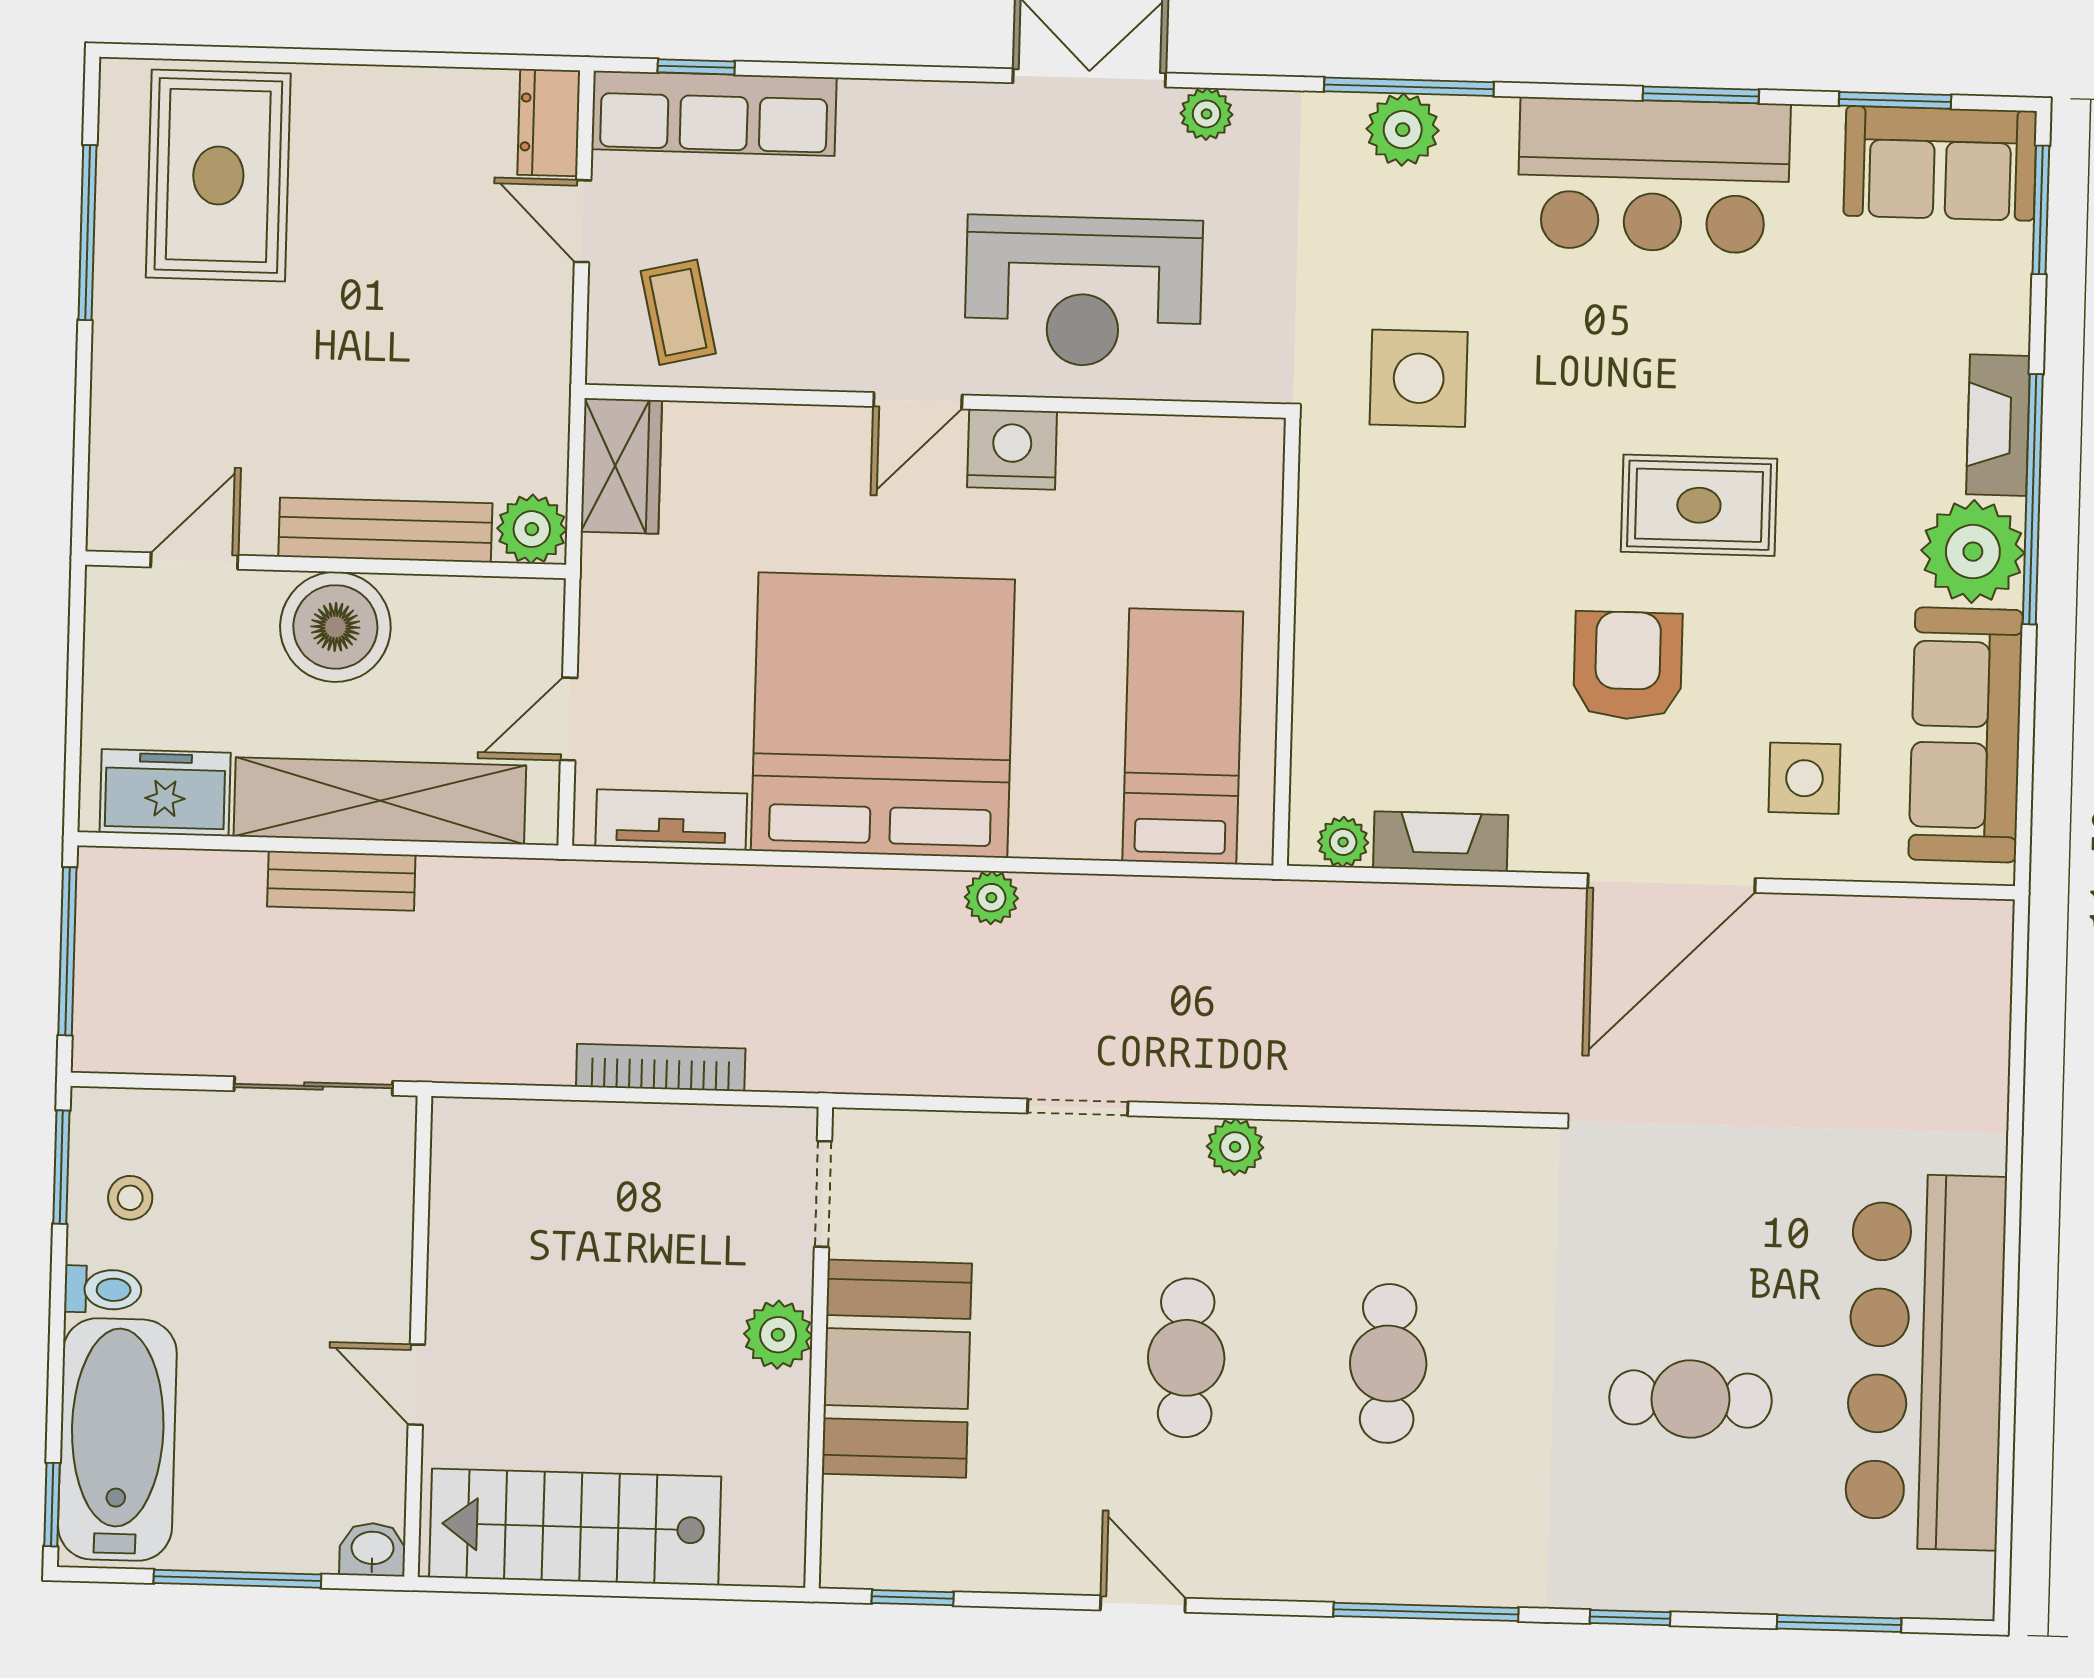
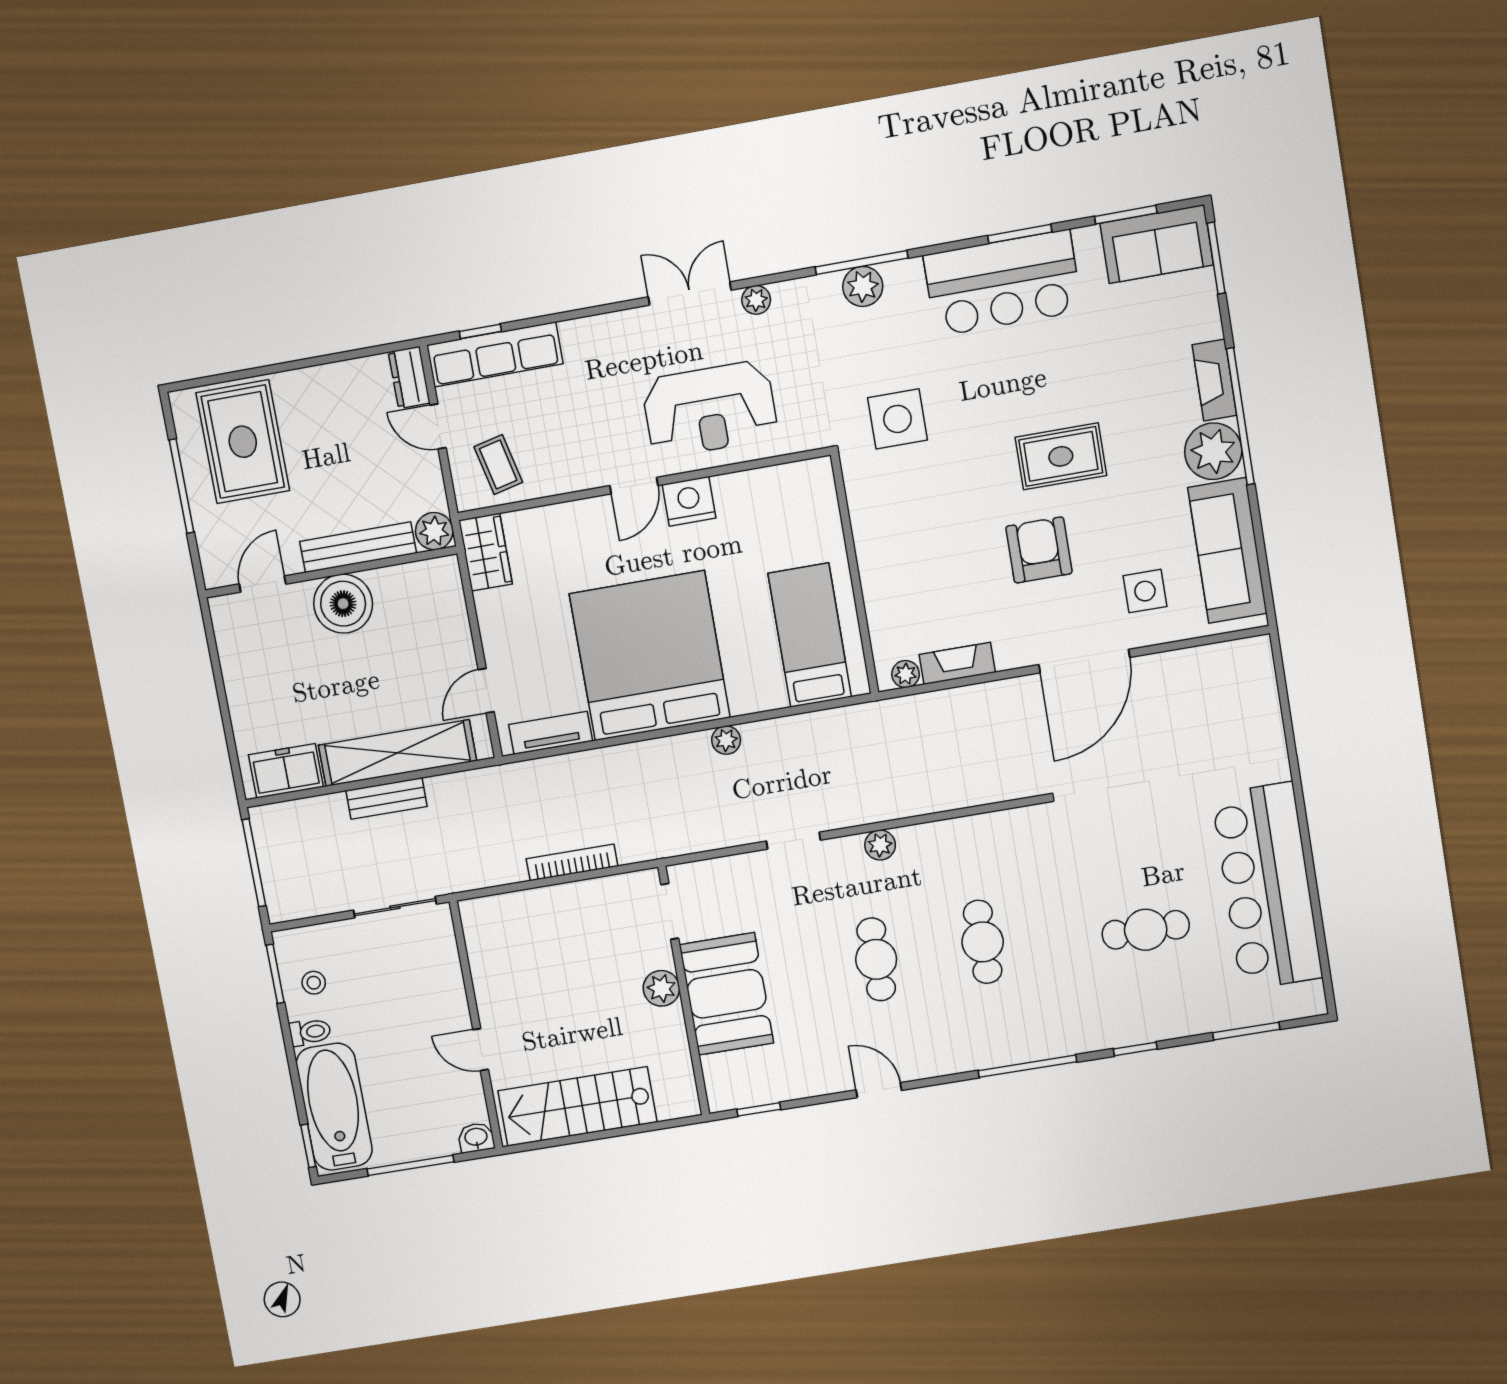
plant: (532, 529) -> (434, 531), moved
bench: (385, 530) -> (358, 547), moved
door: (194, 561) -> (263, 584), moved
wall: (326, 565) -> (331, 572), moved
boiler: (335, 627) -> (343, 604), moved

